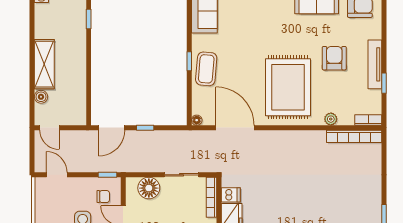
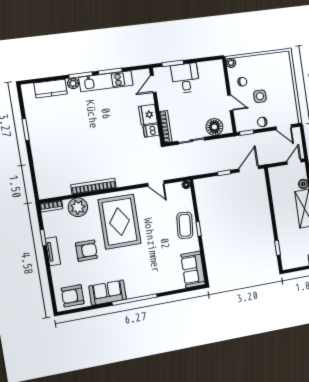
armchair: (334, 58) -> (86, 251), turned -90
tv unit: (375, 64) -> (53, 251), width x0.71
plant: (331, 119) -> (78, 207), width x1.88, depth x1.88
door: (49, 128) -> (294, 162), hinge flipped
door: (235, 128) -> (156, 183), width x0.53
bookcase: (354, 136) -> (94, 186), moved
chair: (103, 197) -> (262, 122), moved

